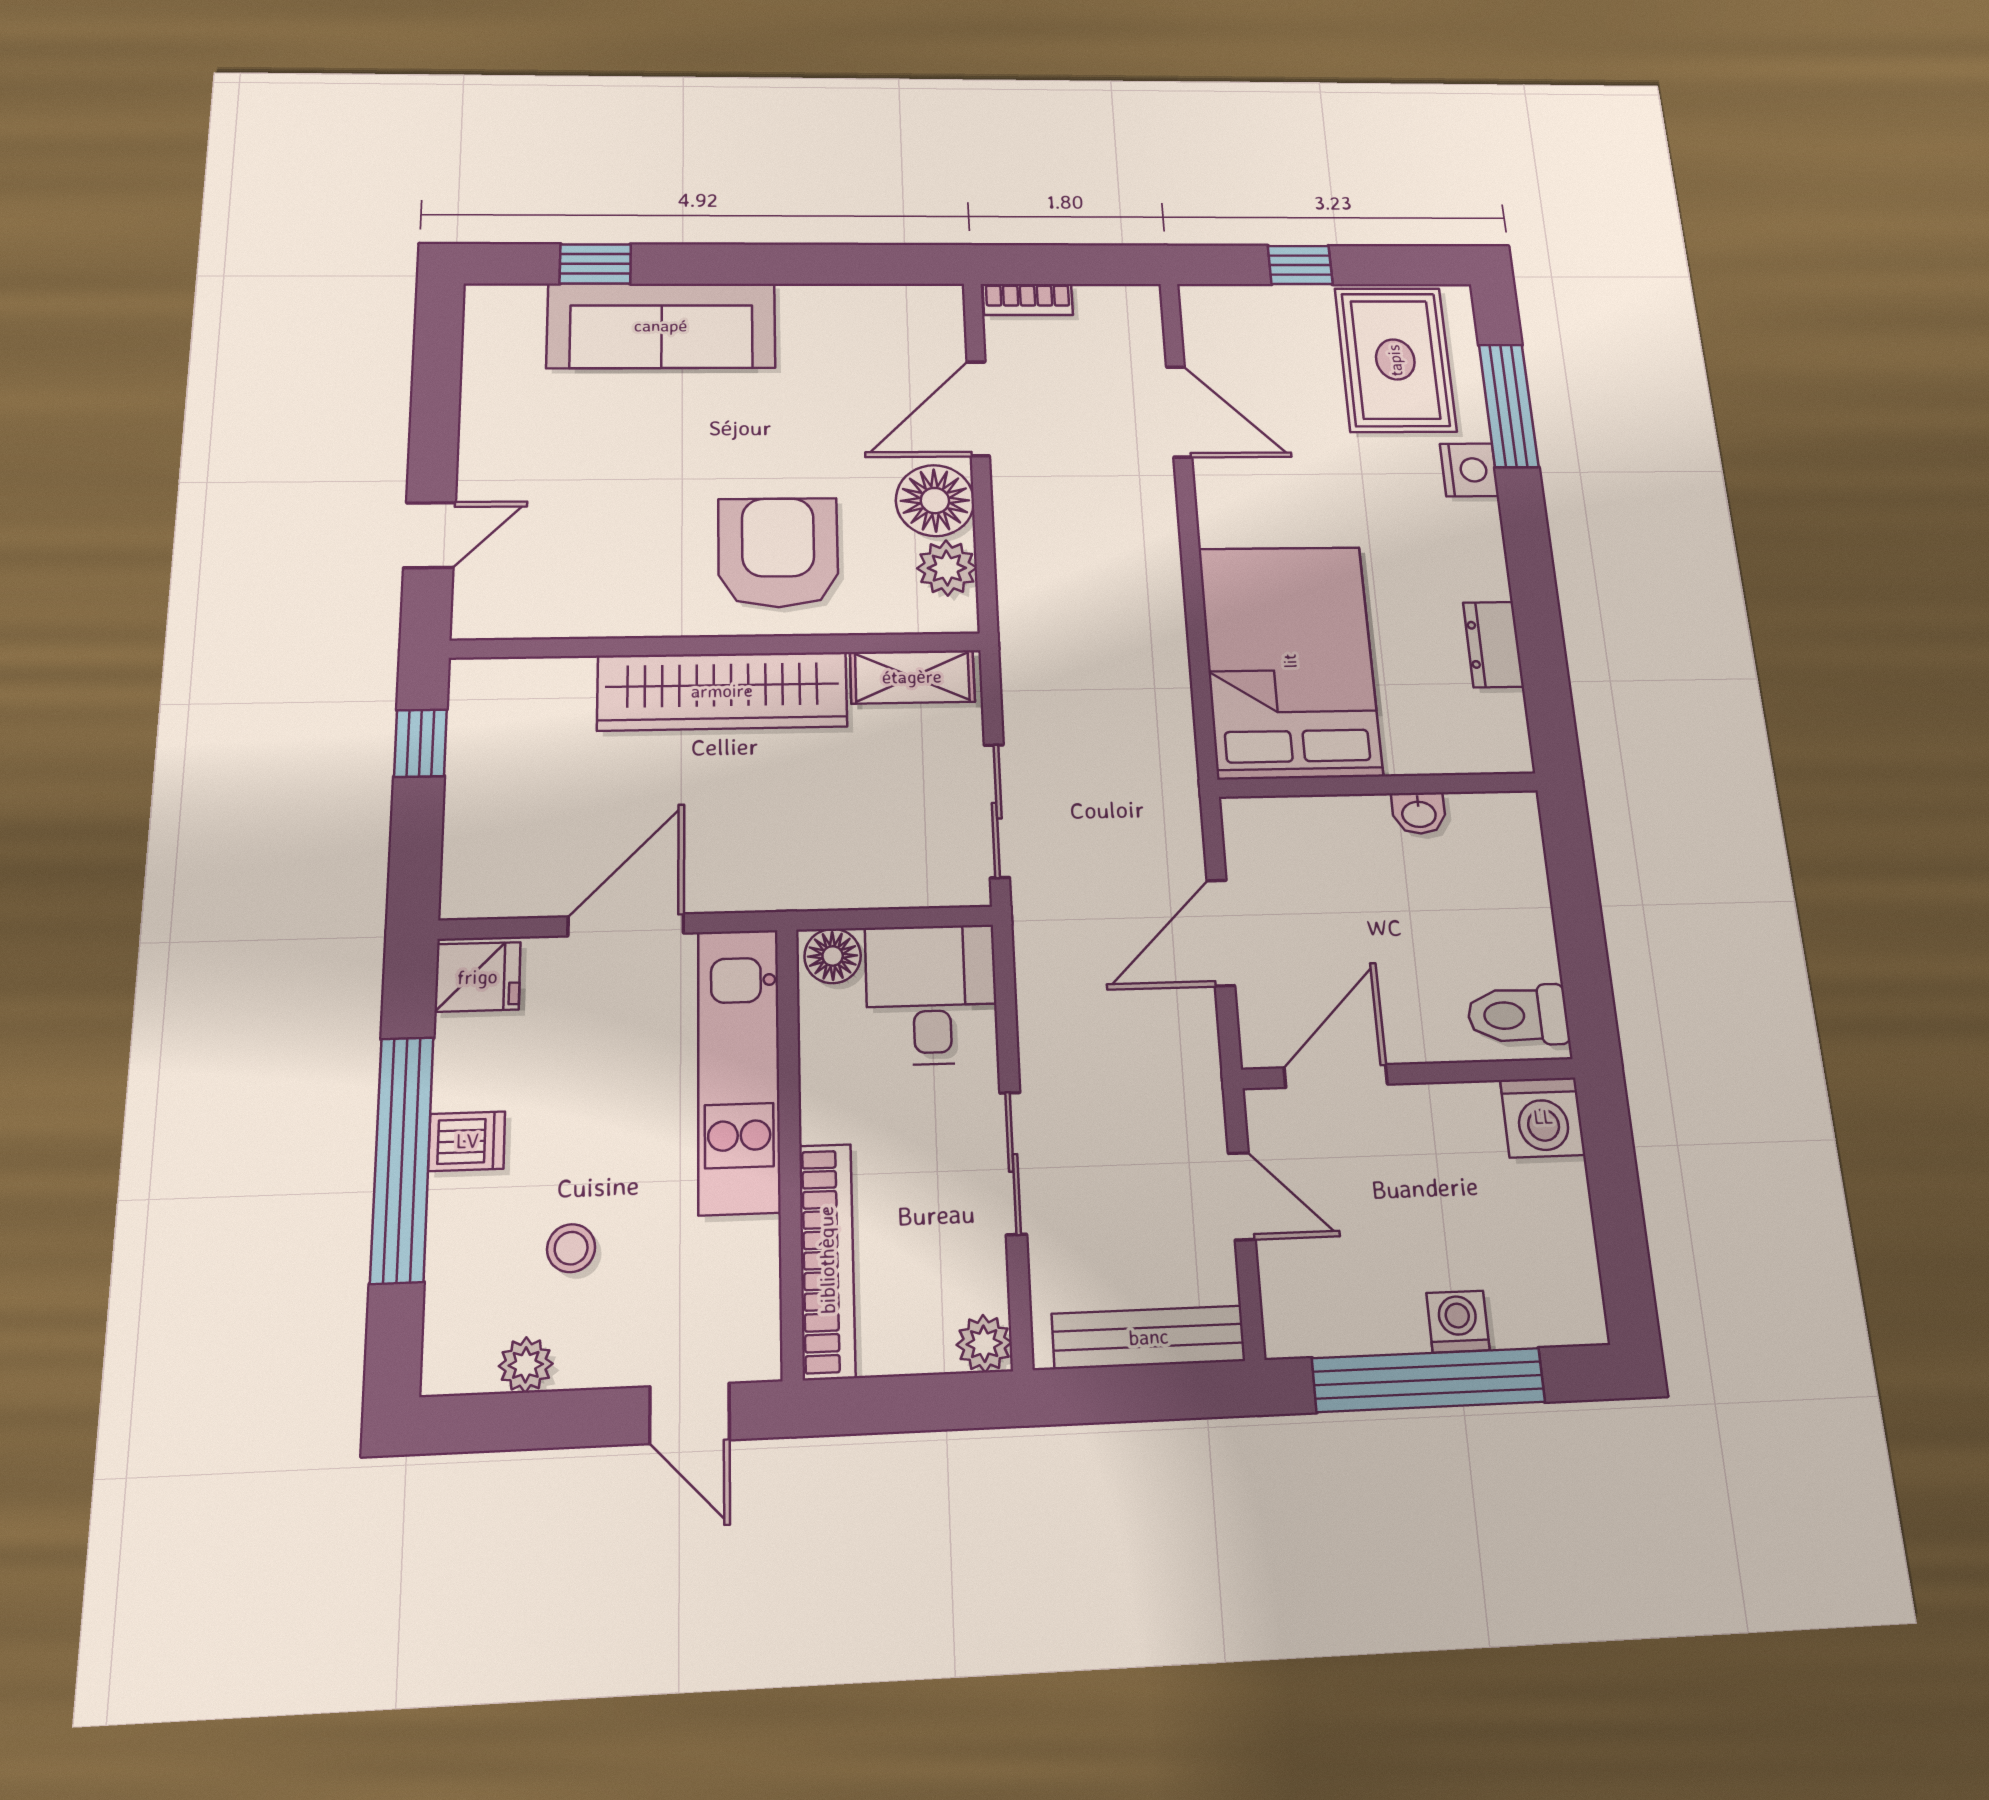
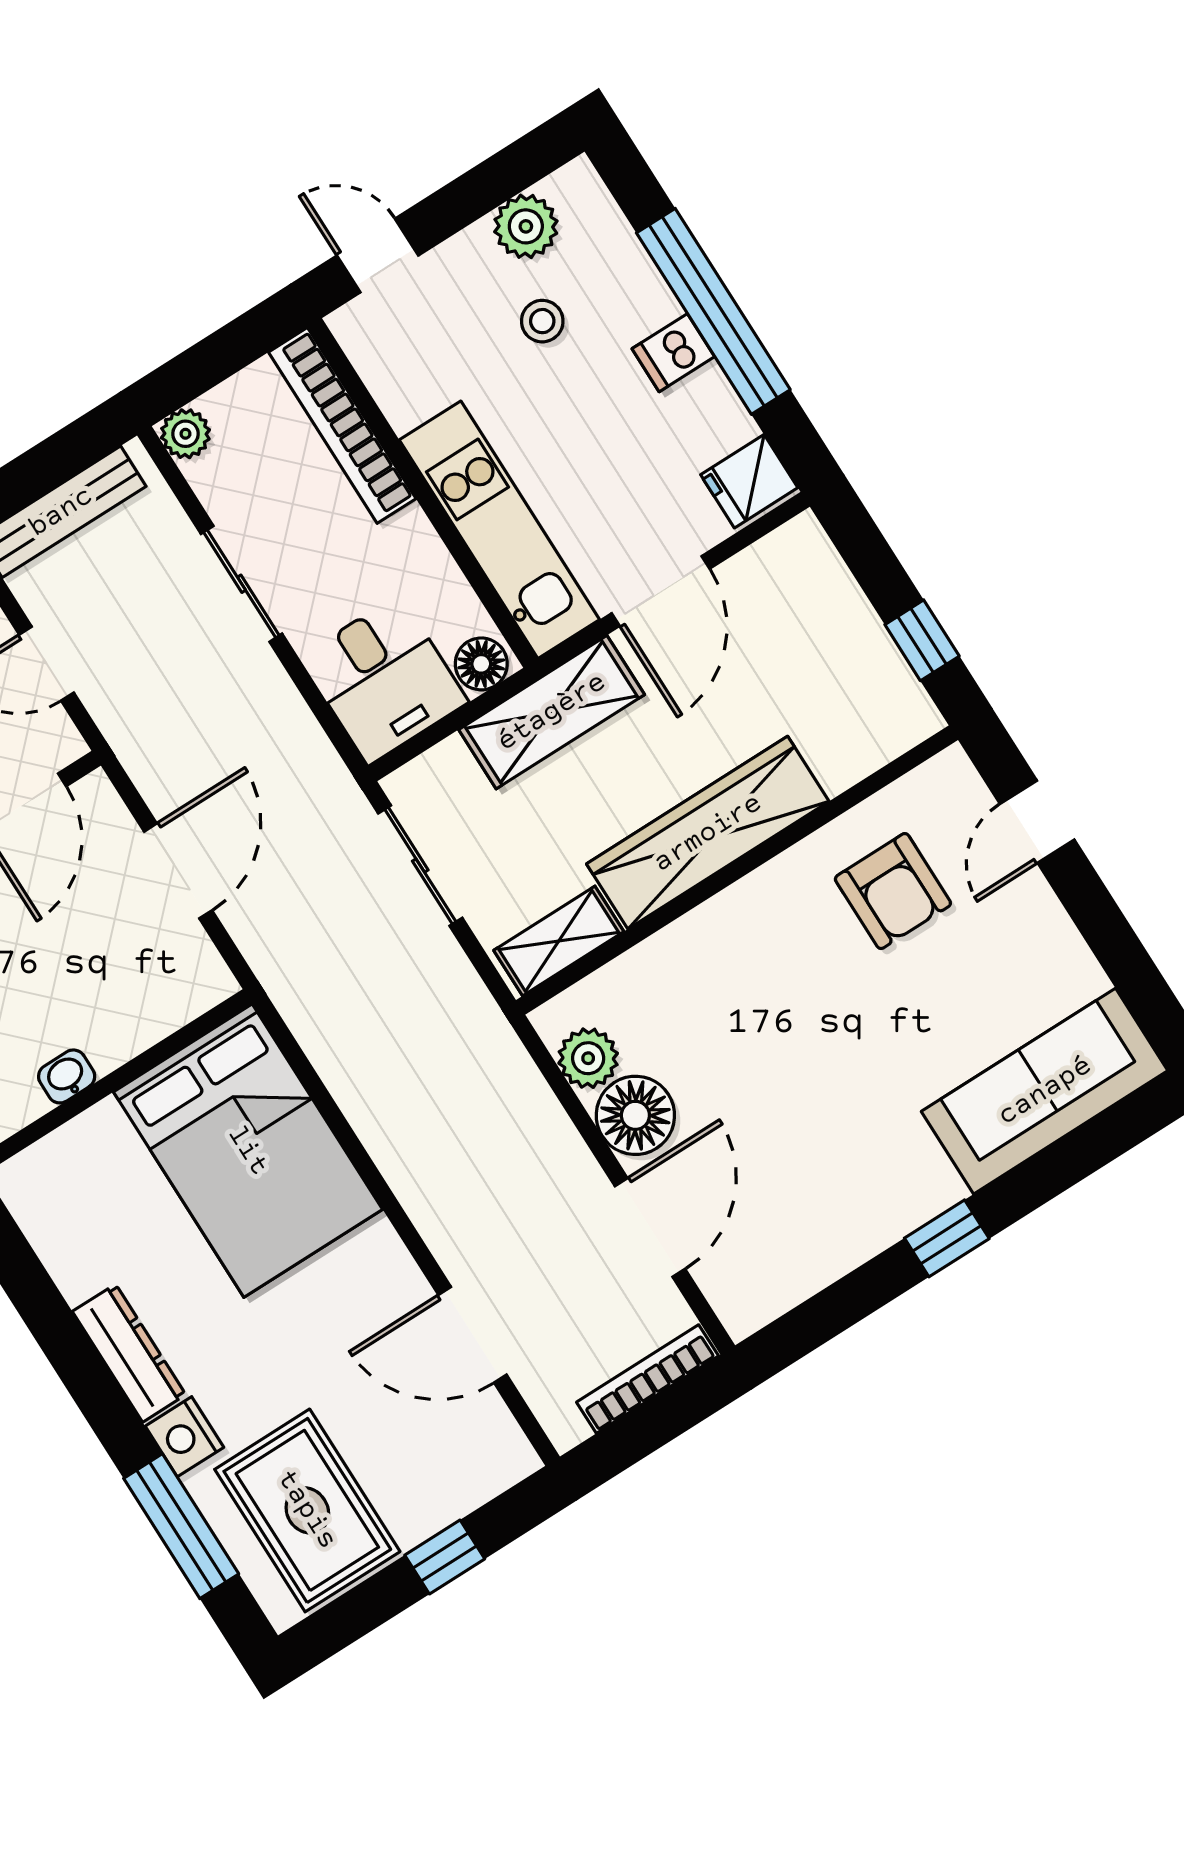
window: (595, 264) -> (947, 1238), moved
bookcase: (1028, 299) -> (648, 1379), width x1.56
sofa: (661, 326) -> (1045, 1091), moved
armchair: (778, 553) -> (893, 891), moved, width x0.73, depth x0.73
dresser: (1493, 645) -> (129, 1353), moved, width x1.44
shelving: (795, 875) -> (552, 712), added
plant: (526, 1365) -> (526, 226), width x1.38, depth x1.38

